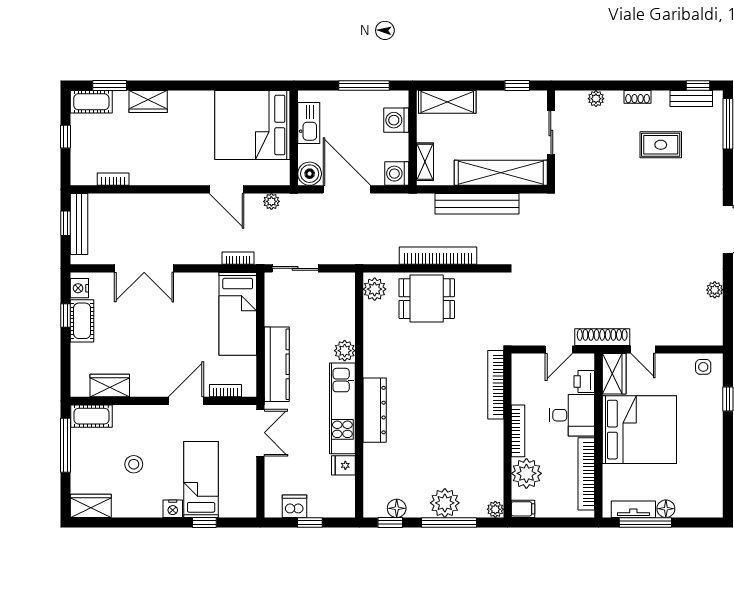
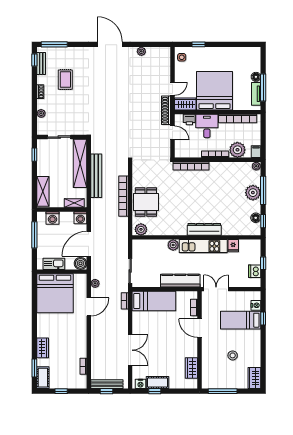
cot: (91, 416) -> (207, 378), removed
nightstand: (173, 509) -> (256, 305), moved

